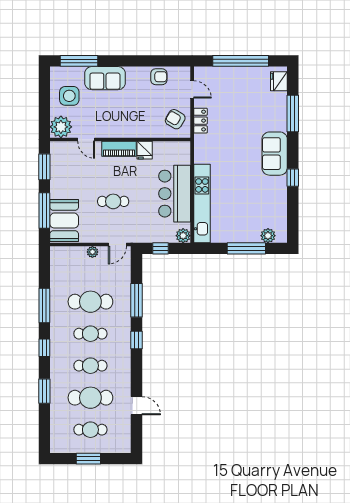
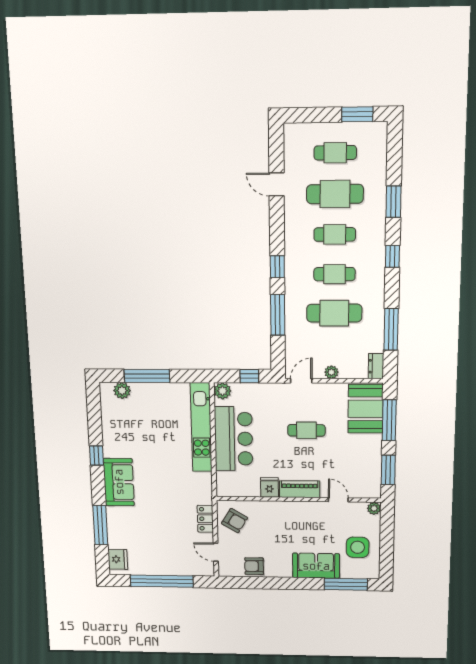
plant: (61, 127) -> (374, 508), width x0.53, depth x0.53
dresser: (56, 257) -> (376, 366), added
window: (44, 306) -> (391, 329), moved
window: (88, 459) -> (357, 114), moved

